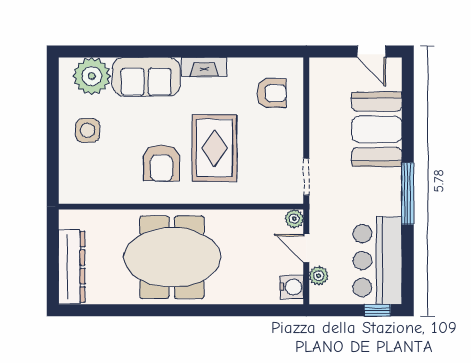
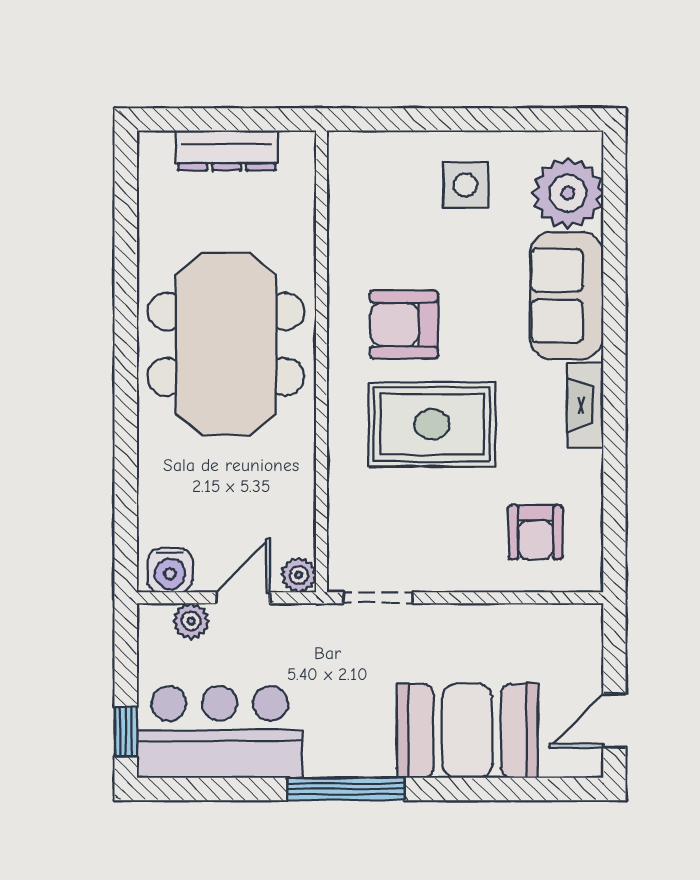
dresser: (72, 267) -> (227, 150), width x0.73, depth x0.80

